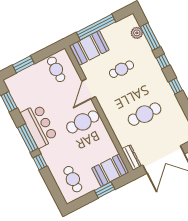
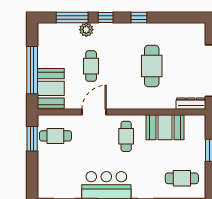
plant: (137, 33) -> (86, 30), moved
window: (23, 64) -> (32, 139), moved
door: (89, 89) -> (94, 112), swing flipped
cafe table: (83, 122) -> (126, 136), width x0.73, depth x0.74
booth: (110, 170) -> (165, 127), moved, turned 90

